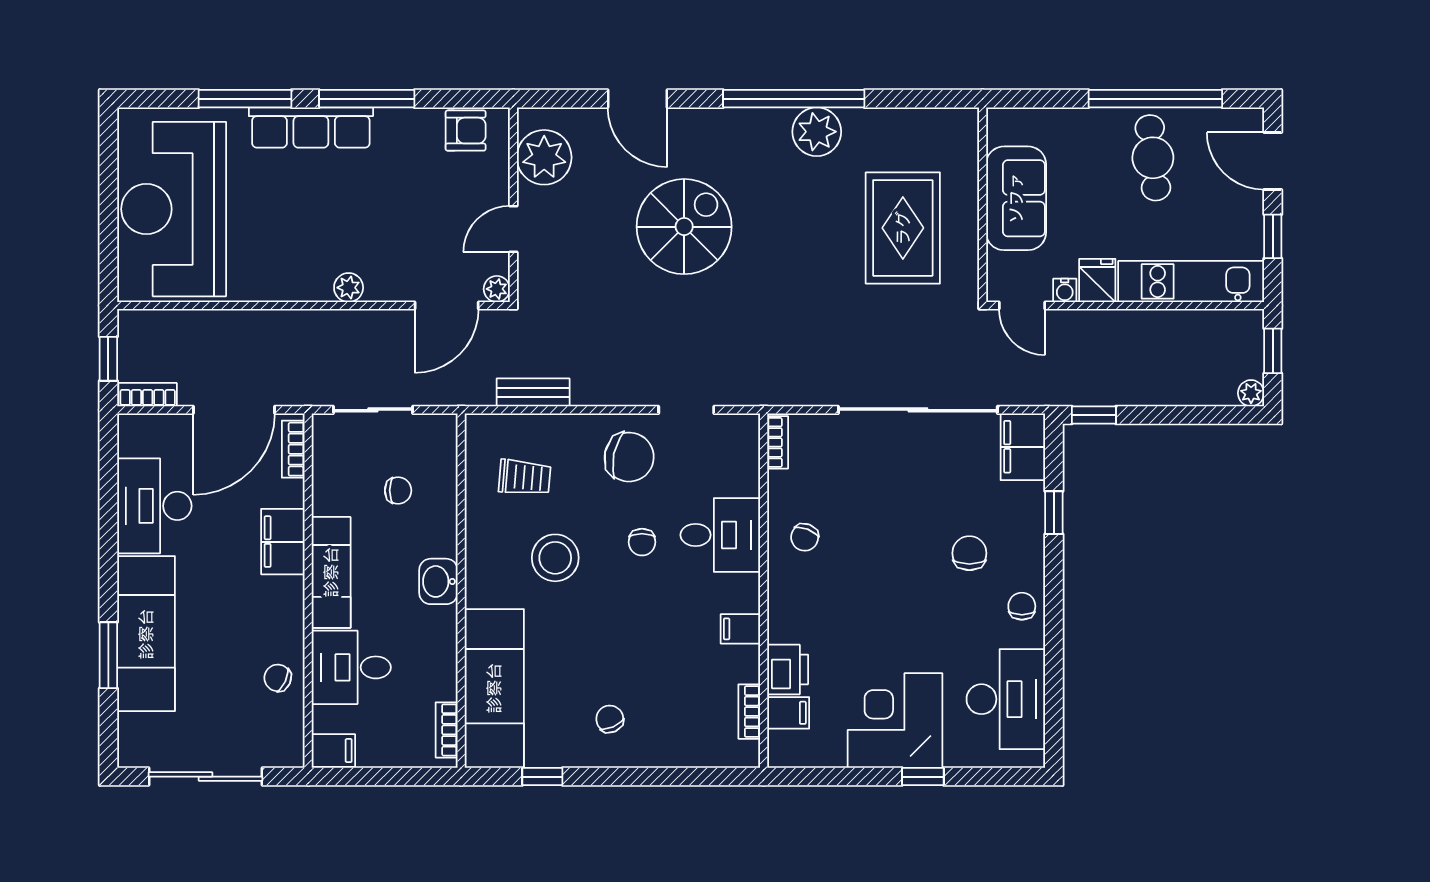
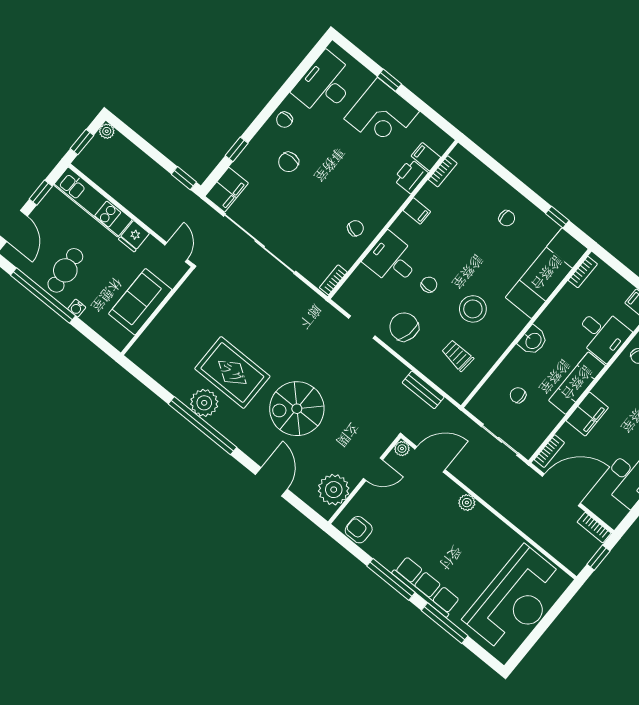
rug: (903, 228) -> (232, 372), moved, turned 90
water cooler: (1065, 290) -> (77, 308), moved, turned 180
chair: (610, 719) -> (507, 218), turned -66

